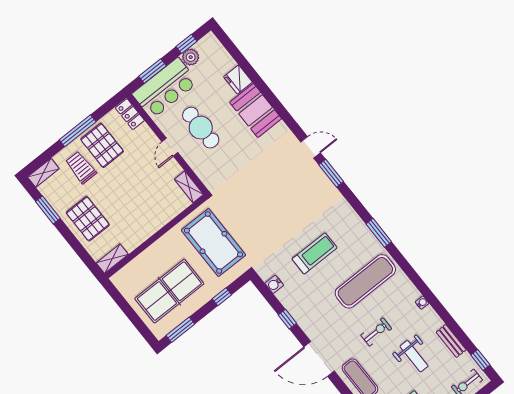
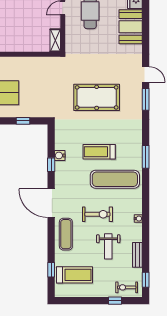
pool table: (213, 242) -> (97, 97), moved, turned 90
treadmill: (315, 253) -> (99, 152), moved, turned 180
water cooler: (274, 284) -> (60, 155), moved
exercise bike: (376, 332) -> (97, 214), width x1.38, depth x1.39

